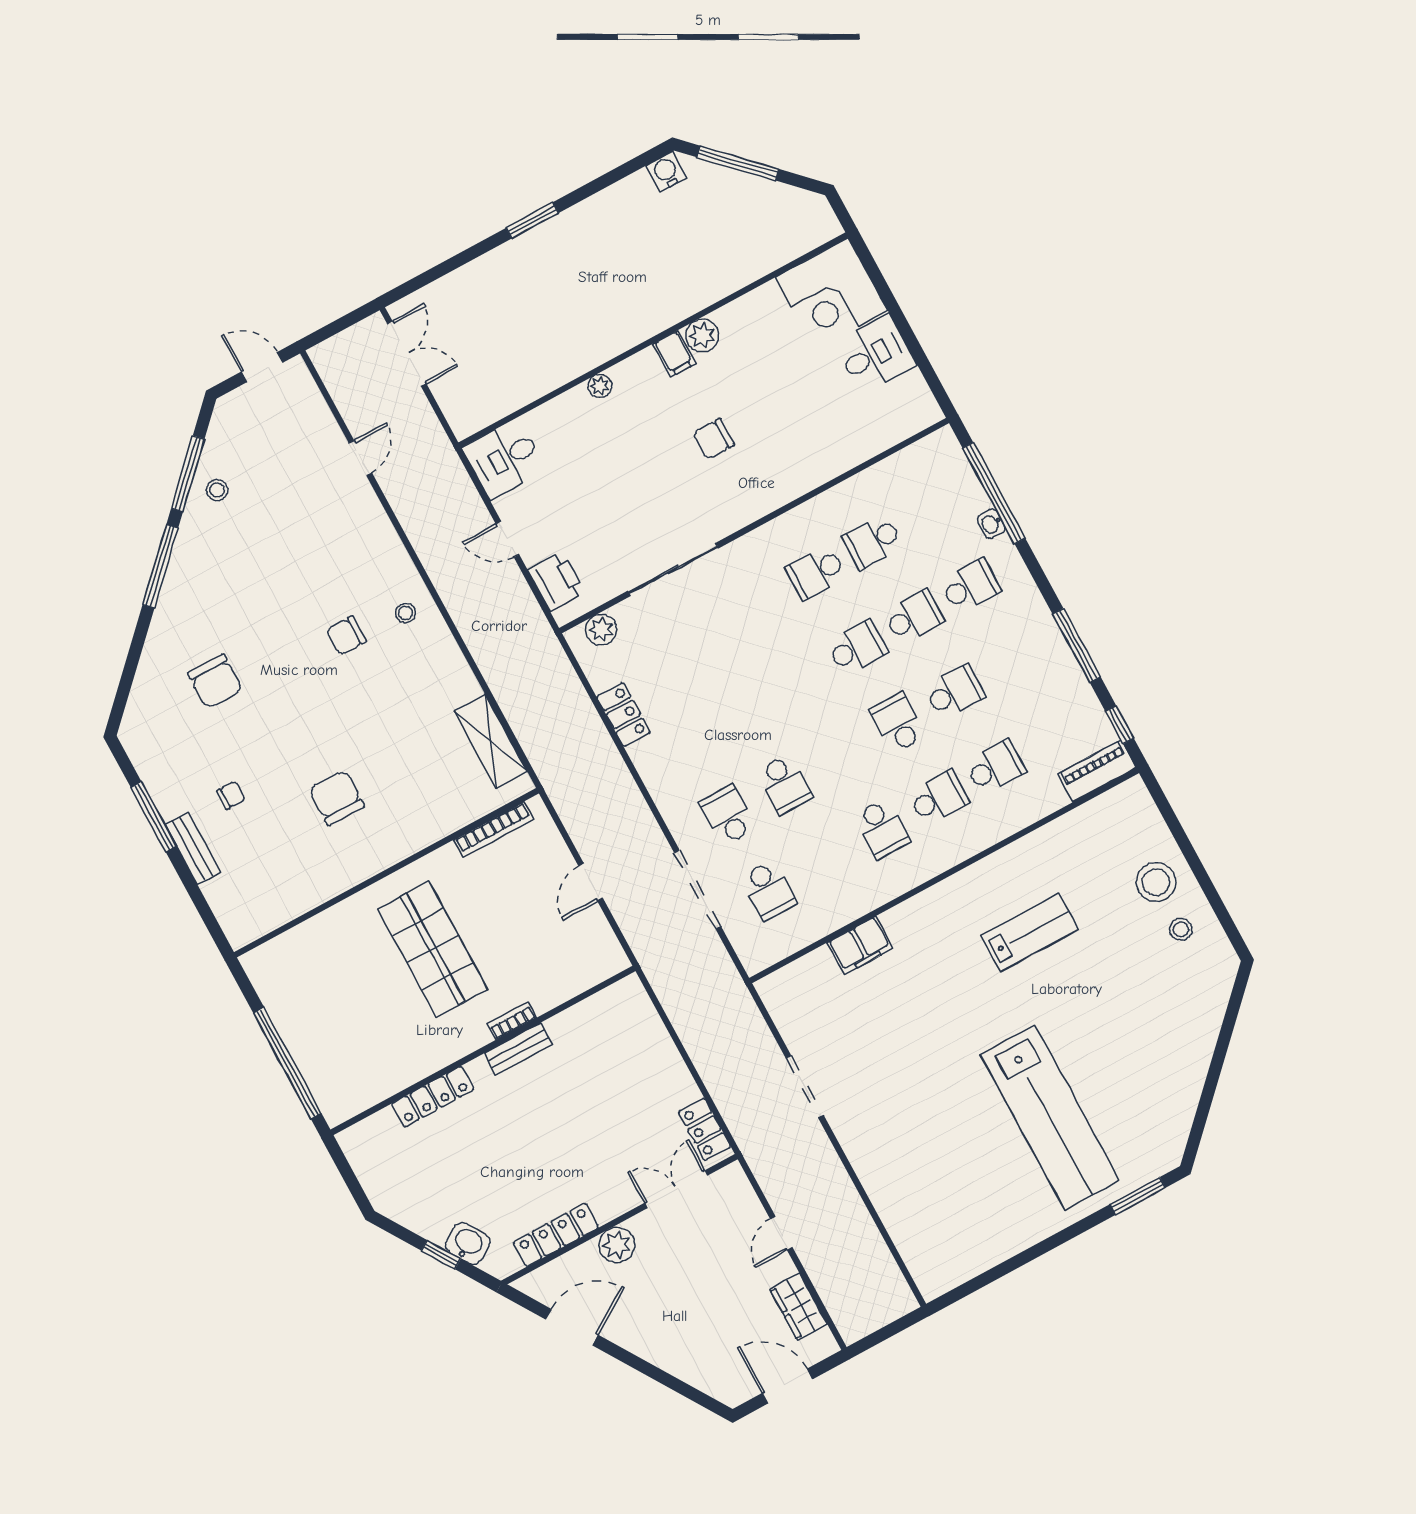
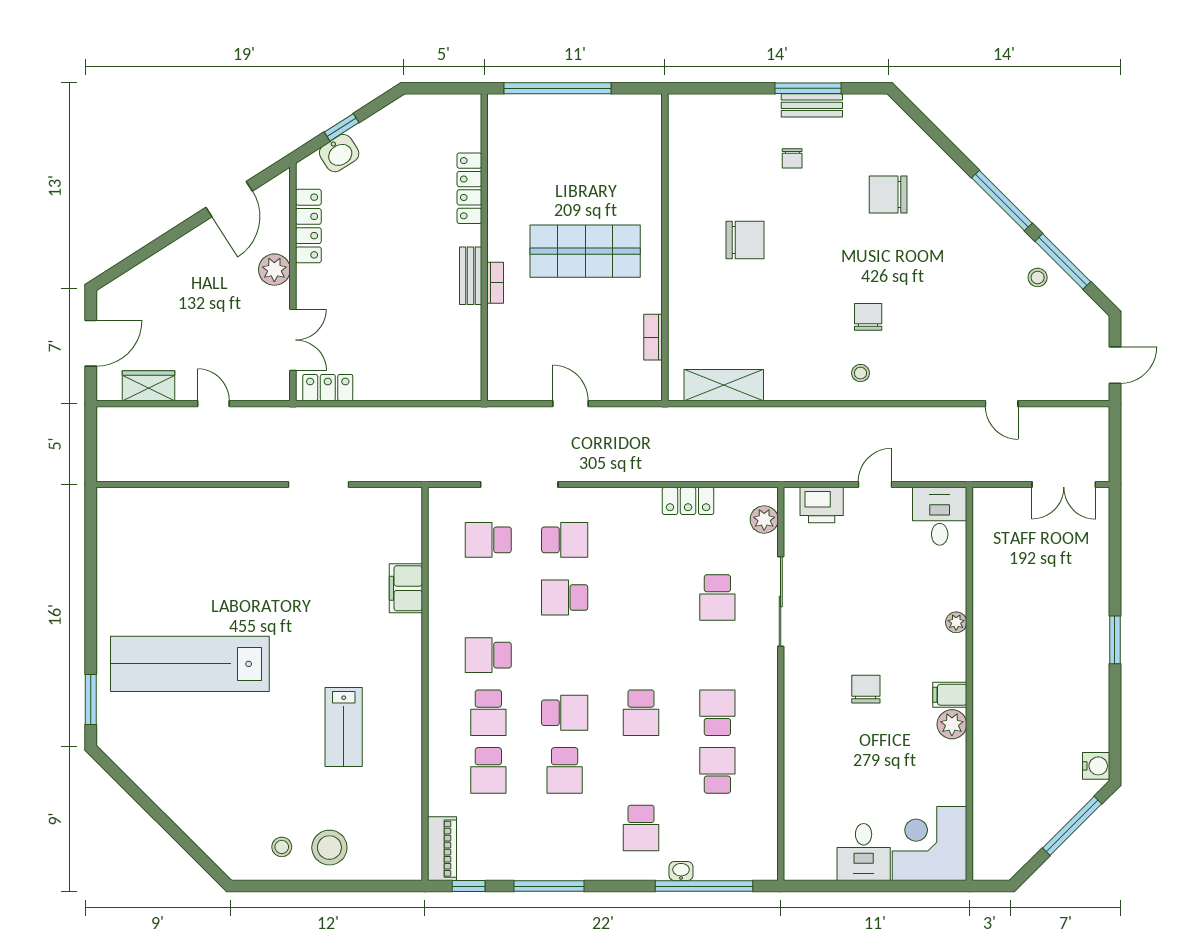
school desk: (914, 617) -> (717, 597), moved
bookcase: (494, 830) -> (653, 337), width x0.64
bench: (192, 848) -> (812, 105), moved

